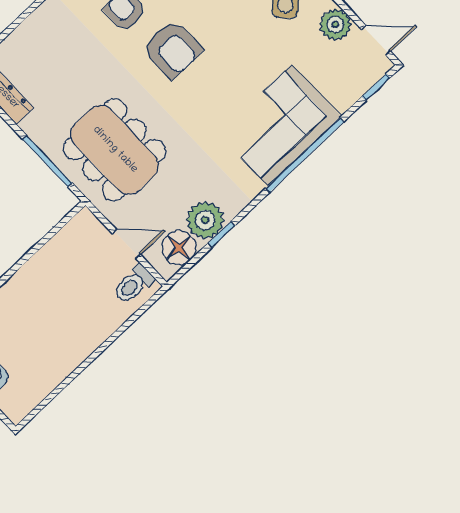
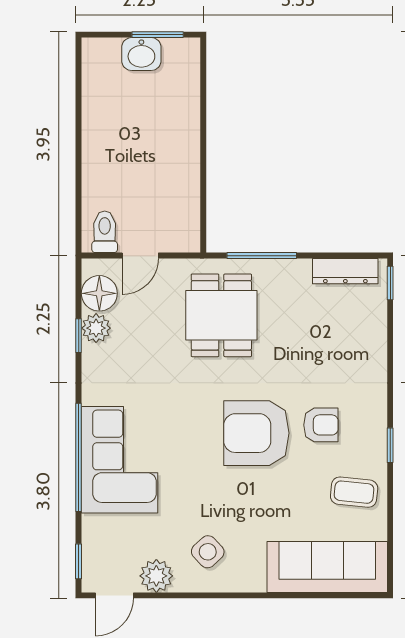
armchair: (172, 49) -> (256, 433), width x1.36, depth x1.36
dining table: (115, 150) -> (221, 315), width x0.73
plant: (205, 220) -> (96, 328), width x0.73, depth x0.73

